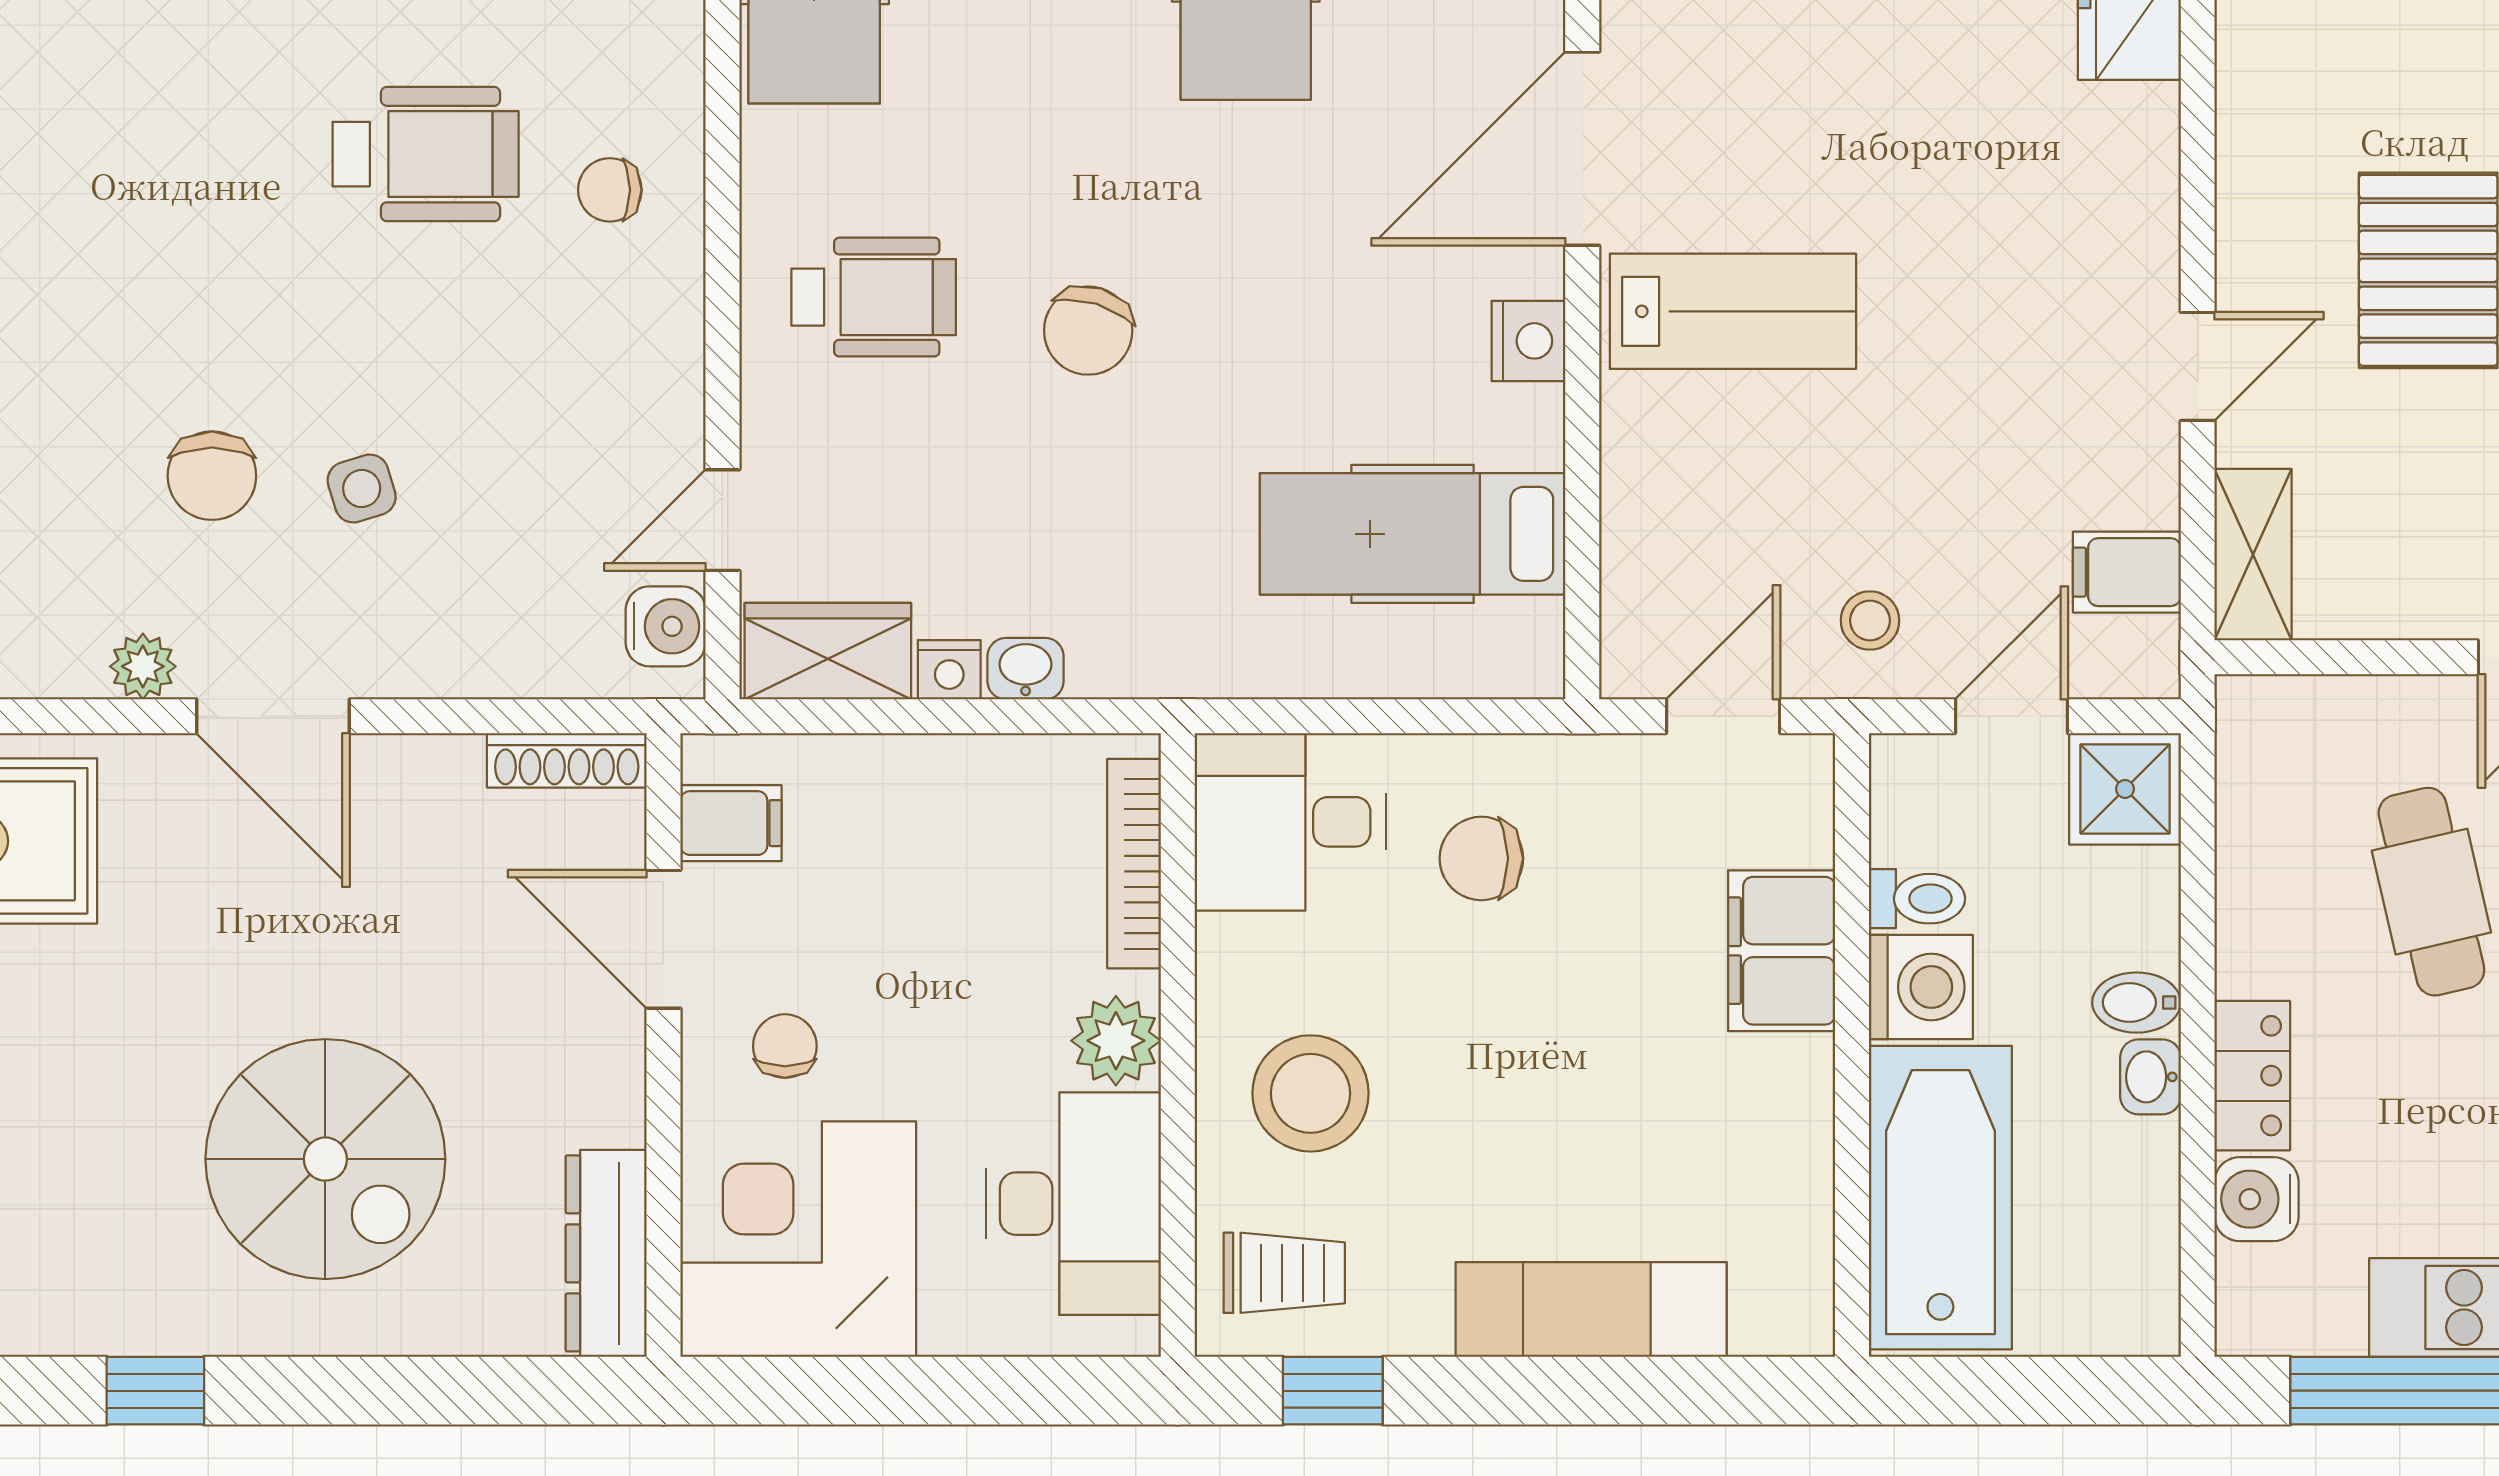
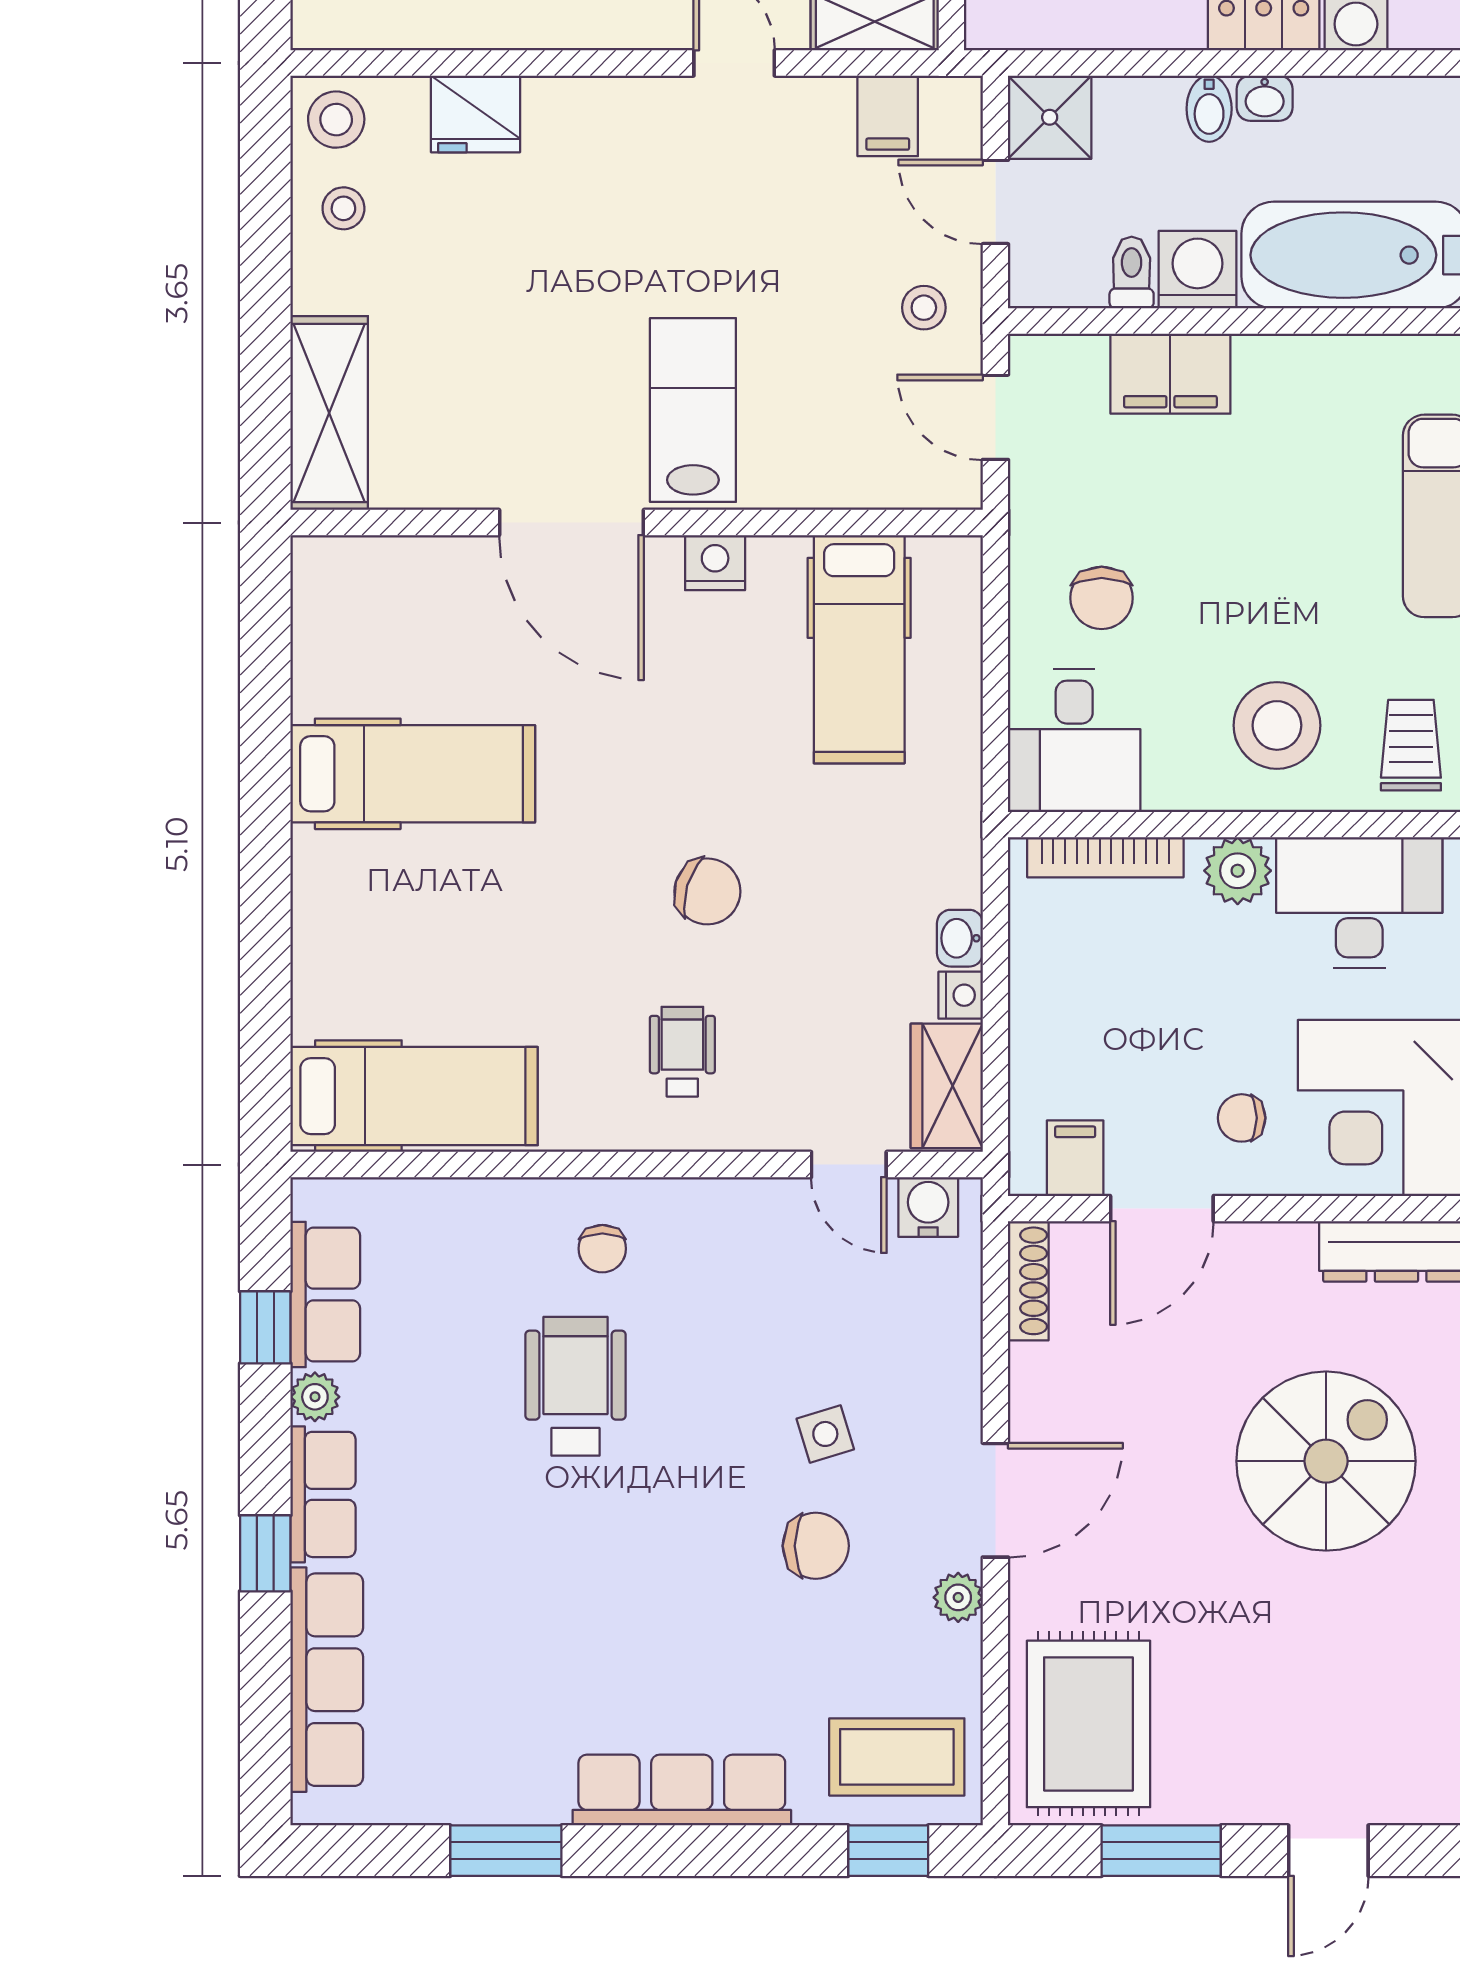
wheelchair: (874, 297) -> (682, 1052), width x0.73, depth x0.73

